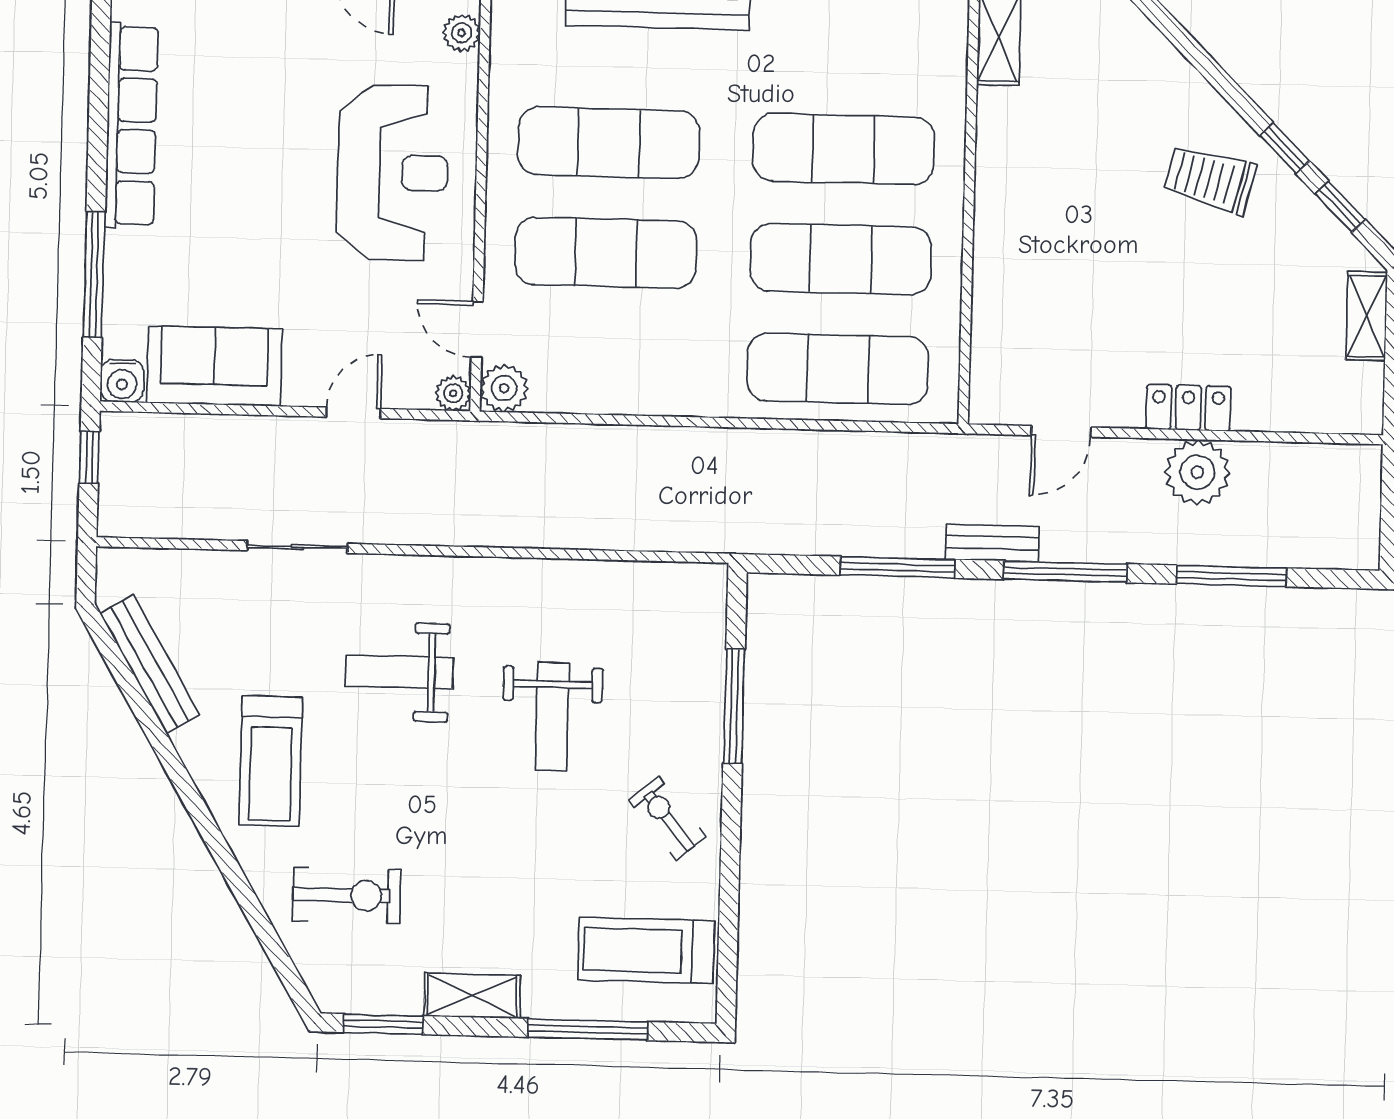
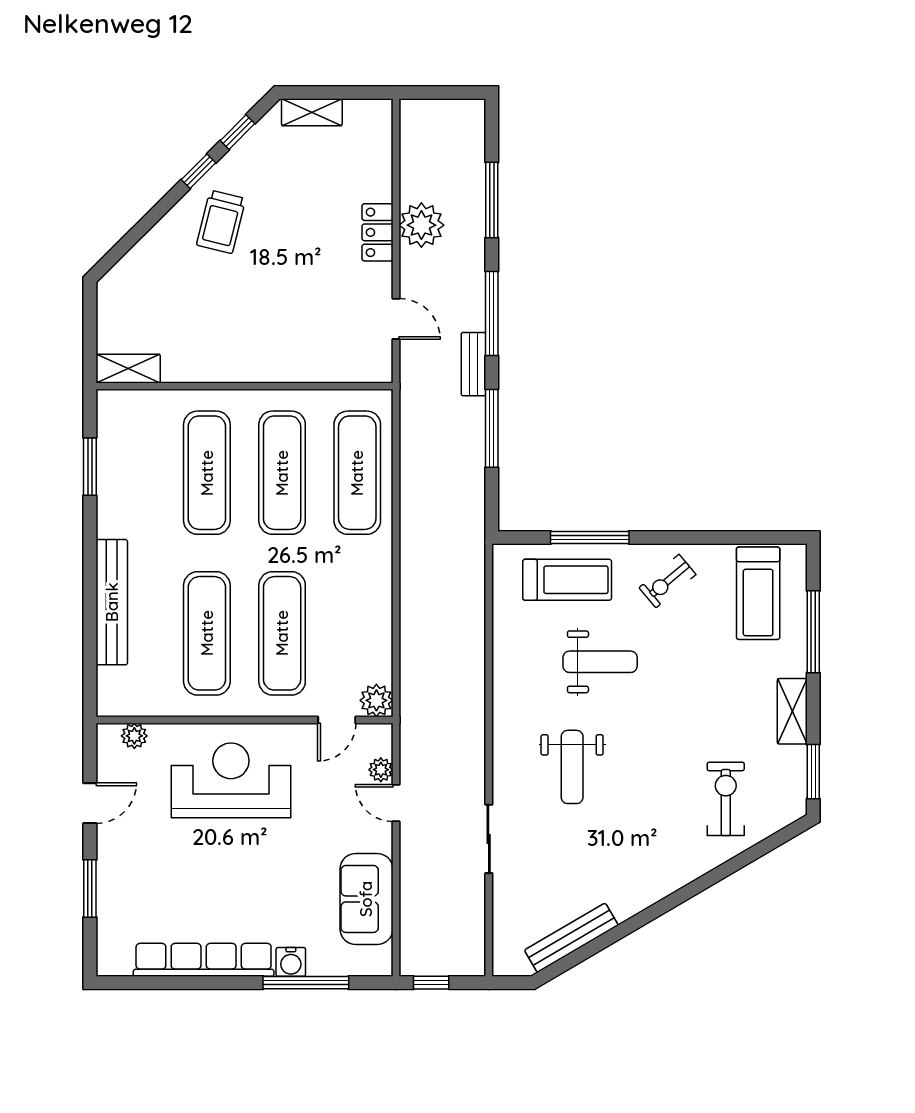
water cooler: (122, 381) -> (291, 962), moved, turned 90
plant: (453, 393) -> (381, 770), moved
treadmill: (271, 761) -> (567, 580), moved

